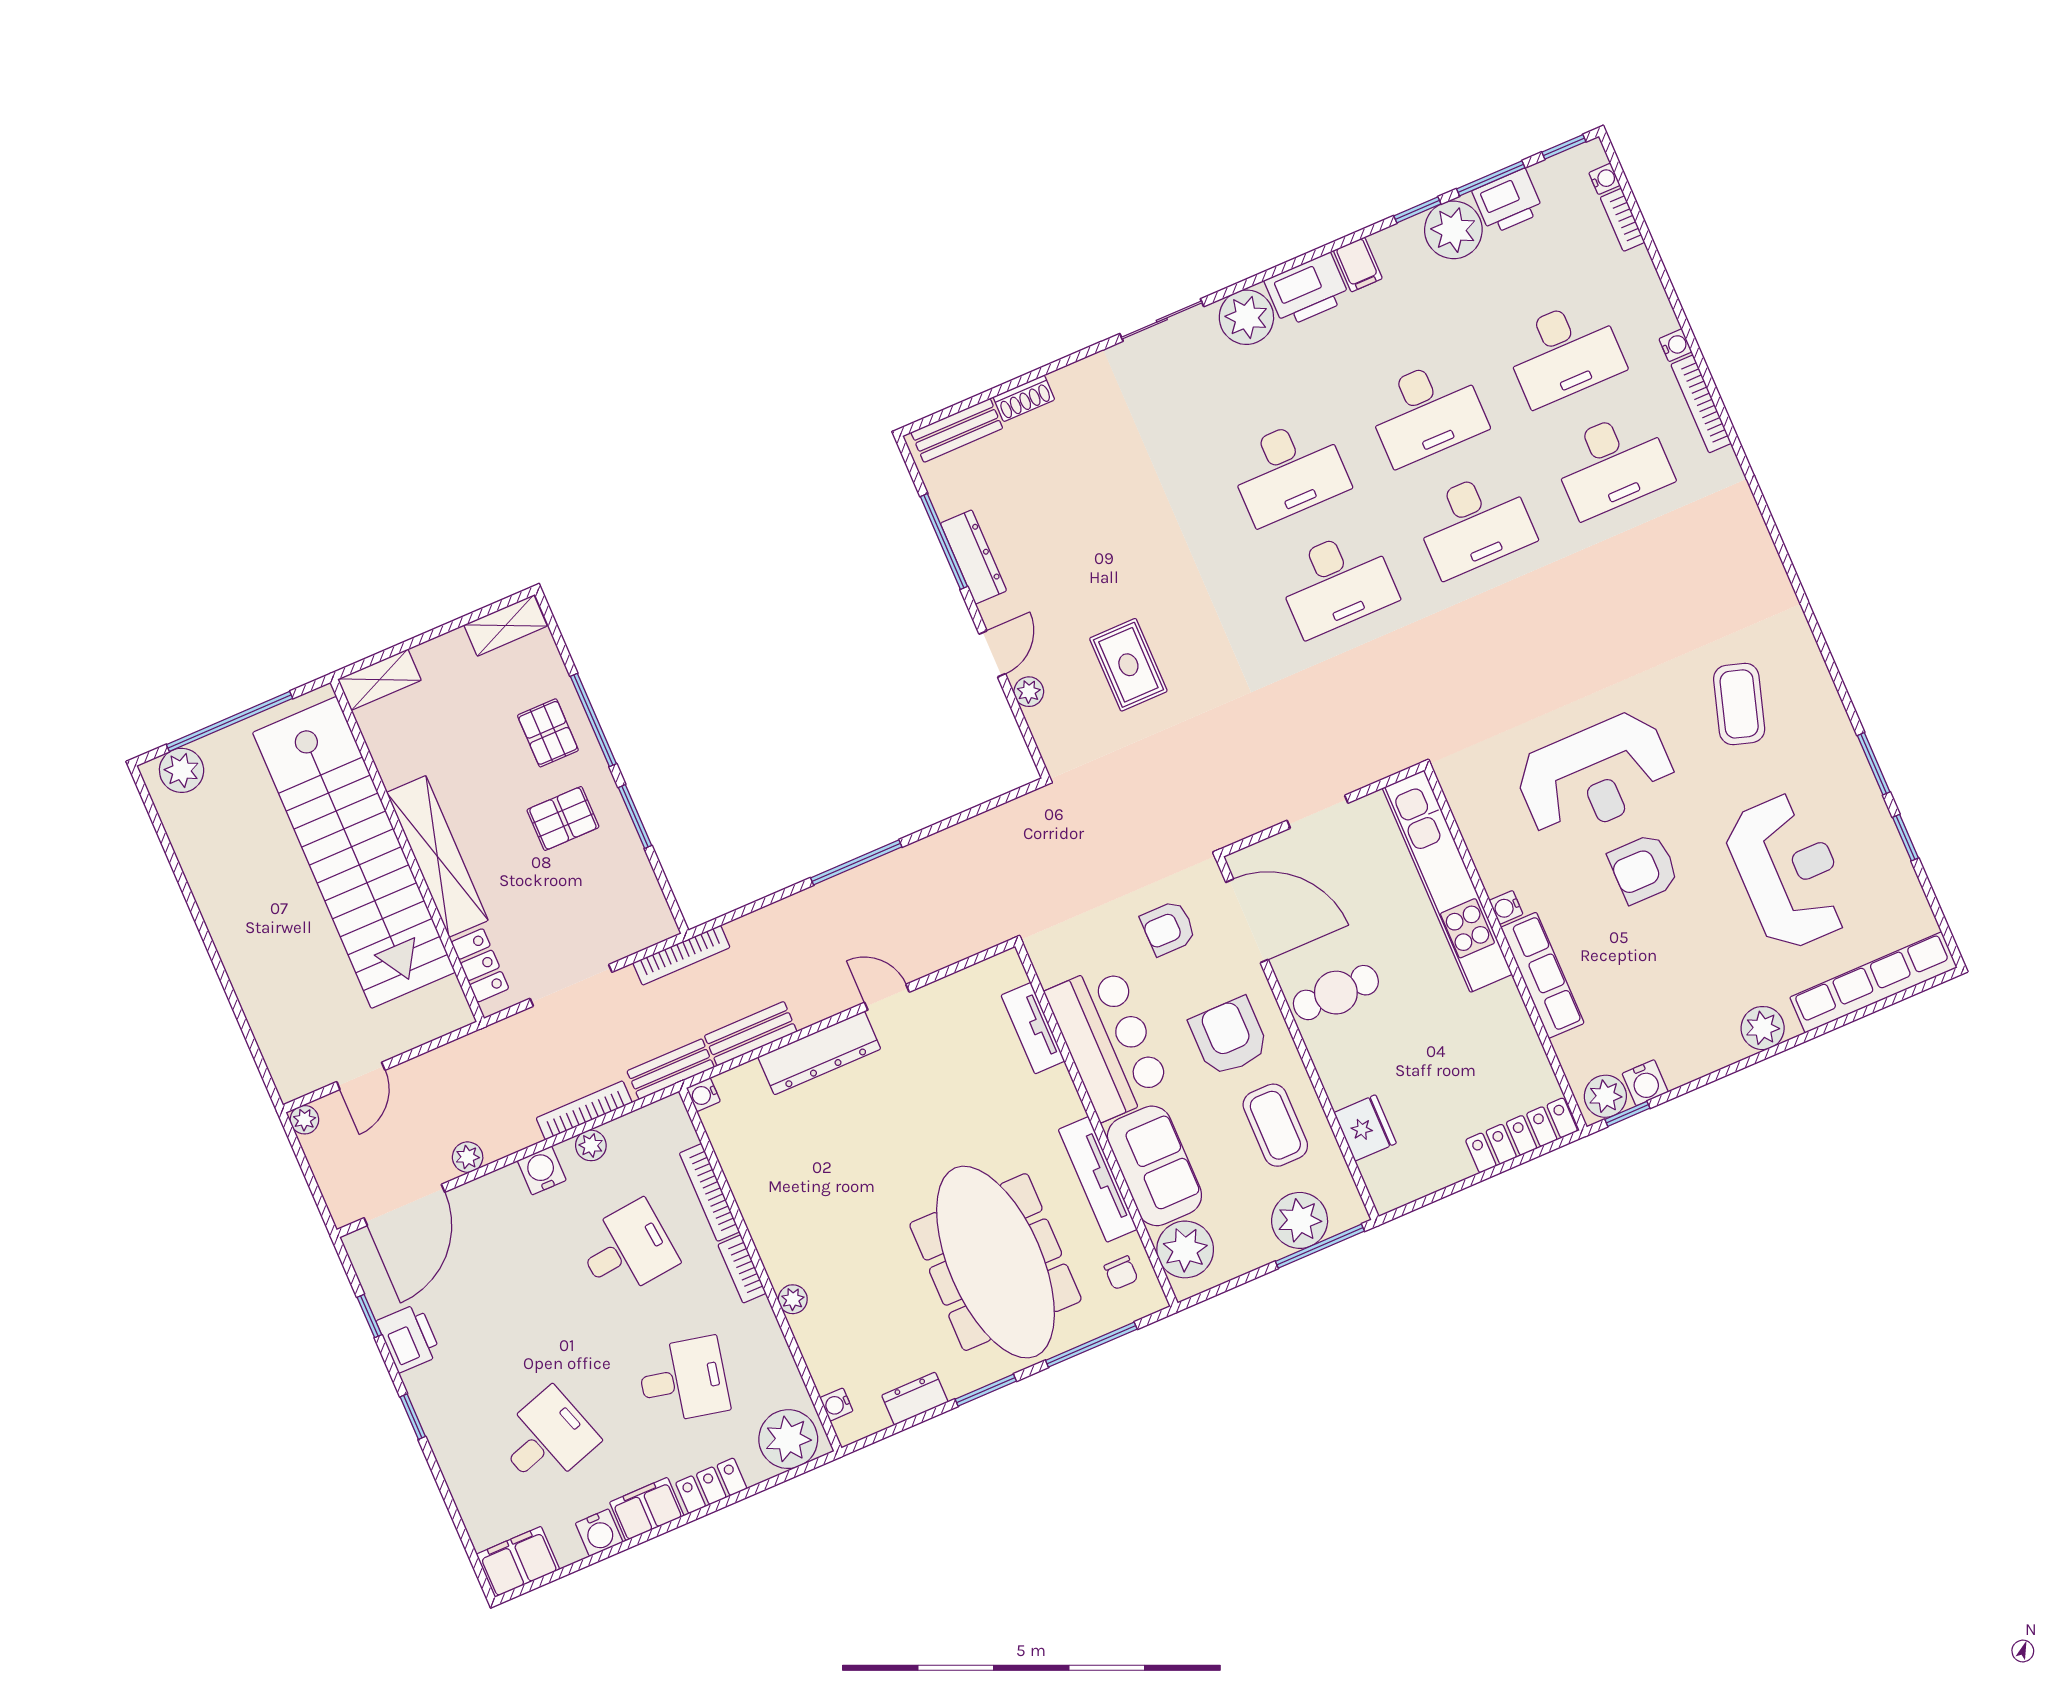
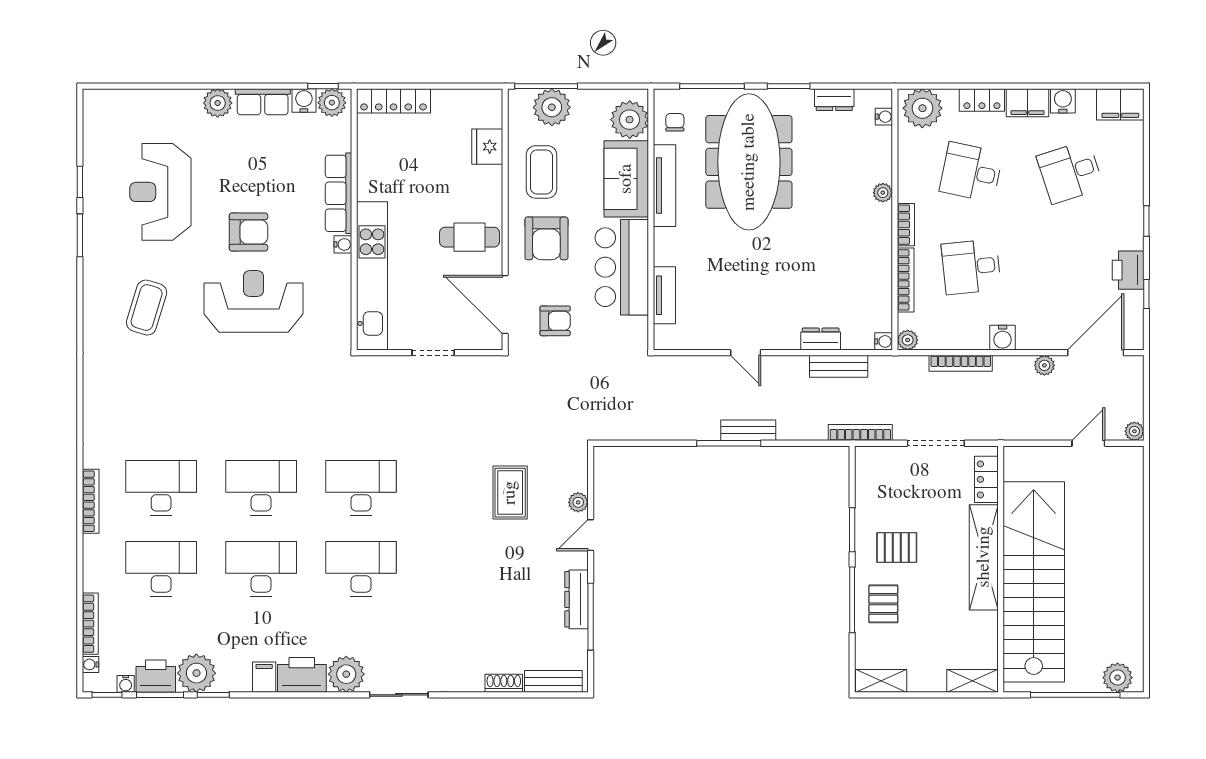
bookcase: (1622, 220) -> (90, 624), width x1.56
water cooler: (1675, 345) -> (126, 684), moved, turned -90
row of seats: (1873, 982) -> (263, 102), moved, width x0.50
dresser: (819, 1053) -> (821, 339), width x0.51, depth x0.80
bench: (671, 1069) -> (748, 430), moved
plant: (591, 1145) -> (908, 340), moved

